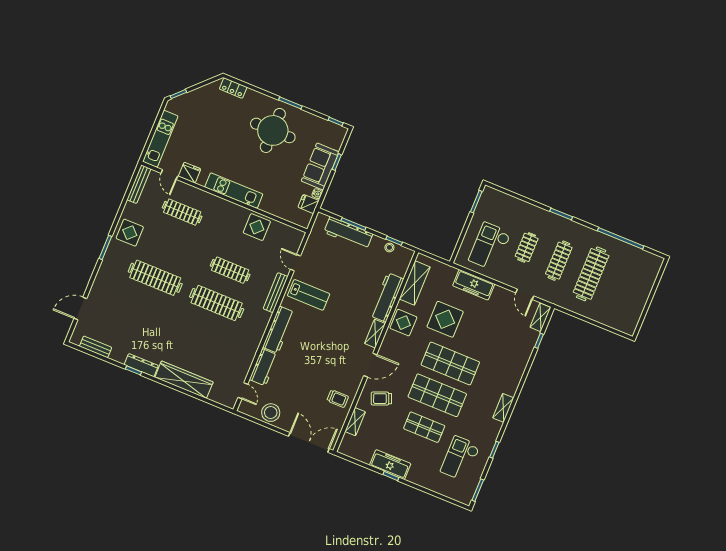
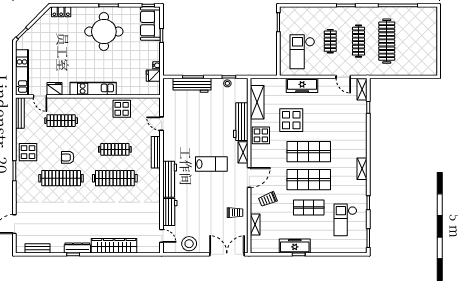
sofa: (320, 166) -> (150, 24), moved
armchair: (172, 257) -> (68, 157), added
lab bench: (309, 295) -> (211, 164), moved

